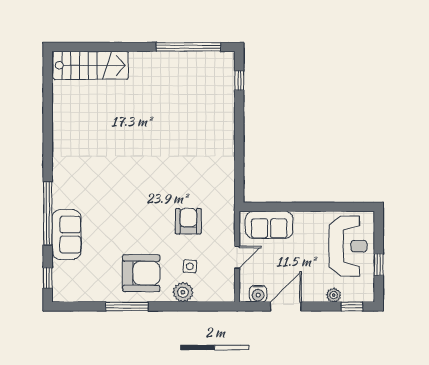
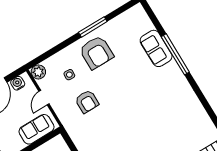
armchair: (141, 273) -> (96, 52), turned -90
window: (48, 278) -> (151, 15), removed
plant: (183, 292) -> (38, 72), moved

